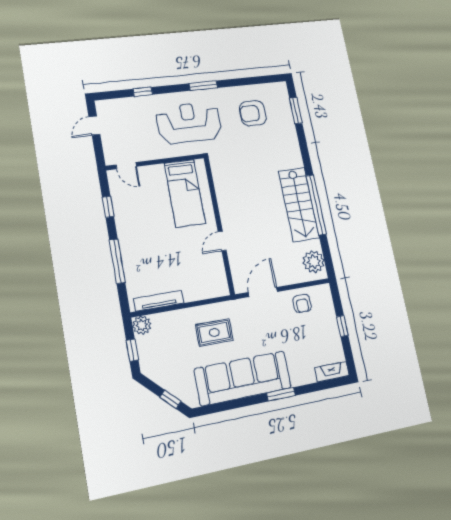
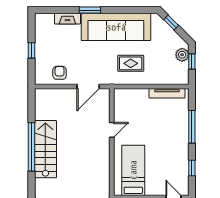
plant: (314, 262) -> (43, 103), removed
plant: (142, 325) -> (182, 55), moved
fireplace: (332, 372) -> (67, 19), moved

